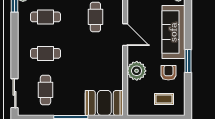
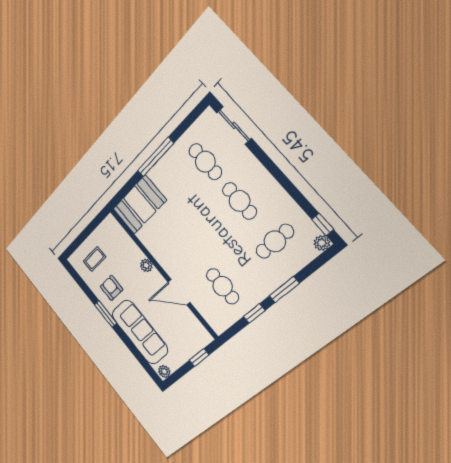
cafe table: (45, 53) -> (240, 201), turned 90
plant: (137, 71) -> (146, 265), width x0.53, depth x0.53
armchair: (168, 73) -> (112, 288), turned 180

